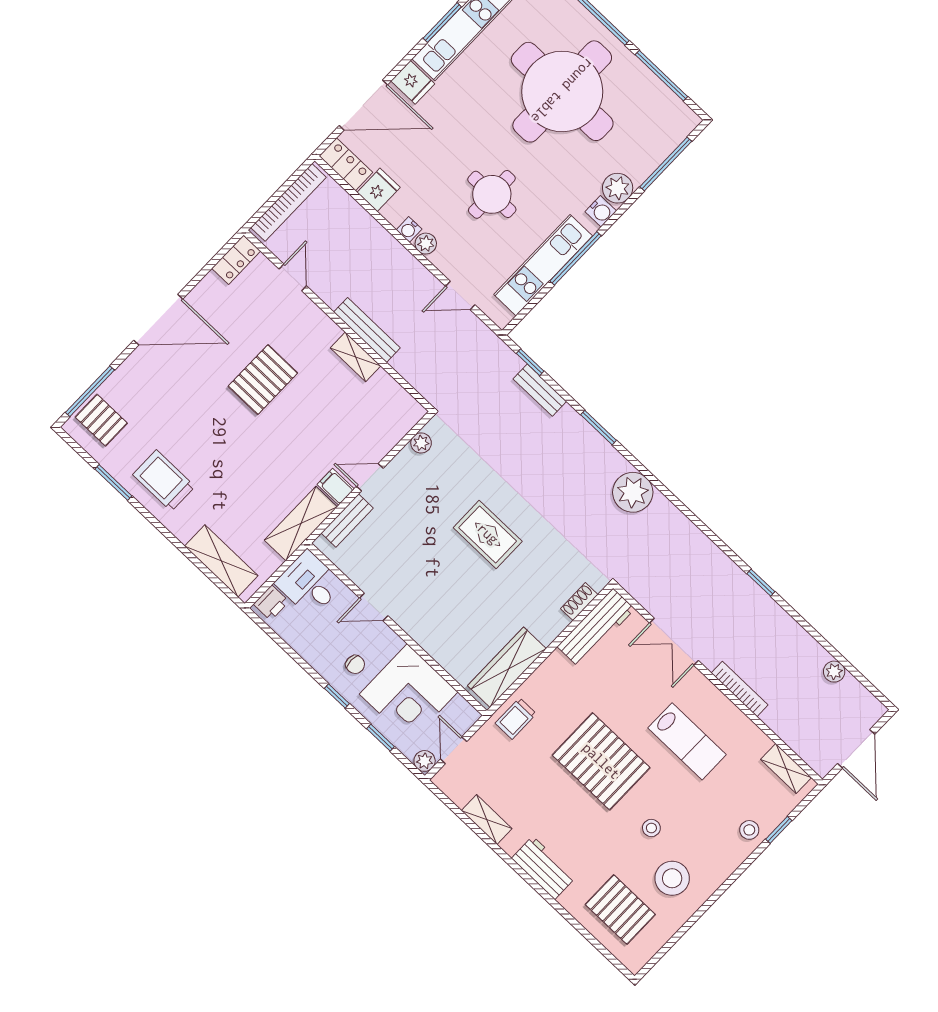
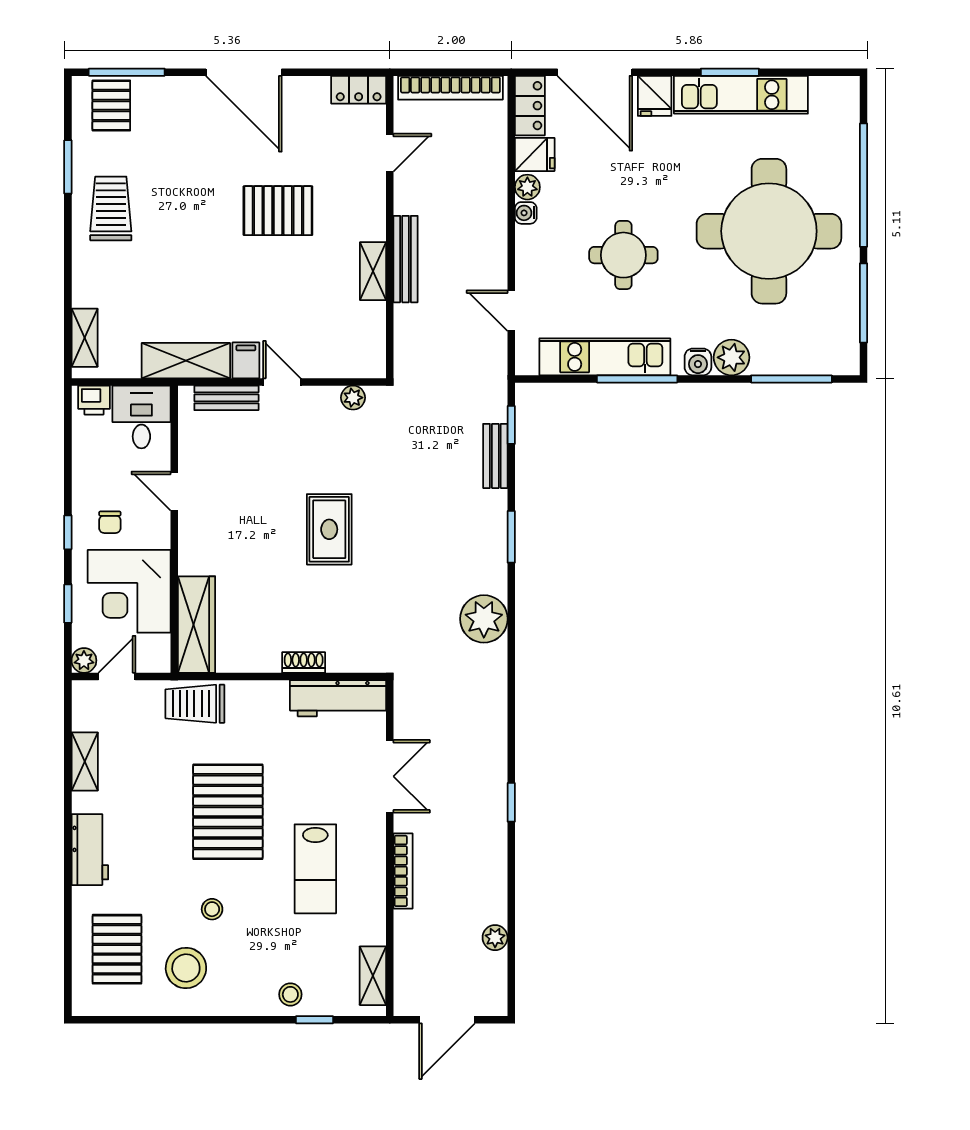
plant: (426, 244) -> (527, 187), moved
shelving: (221, 561) -> (85, 338), width x0.67, depth x0.75
shoe rack: (579, 602) -> (304, 662), moved
double door: (674, 642) -> (390, 776), swing flipped
wardrobe: (507, 667) -> (196, 625), moved, turned 90
trolley: (516, 718) -> (195, 704), width x1.36, depth x1.39

